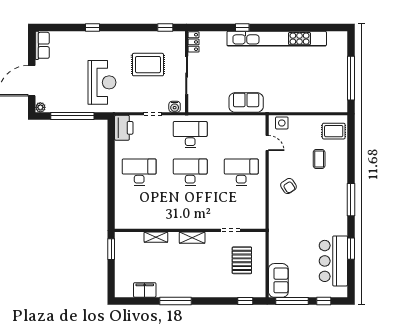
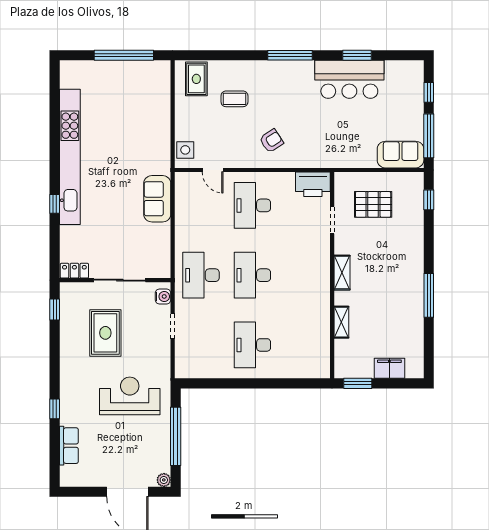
row of seats: (42, 45) -> (69, 446), moved, turned 90
printer: (124, 128) -> (313, 184), moved, turned 180
door: (267, 143) -> (213, 170), swing flipped
bar counter: (333, 261) -> (349, 79), moved
filing cabinet: (145, 290) -> (389, 368), moved, turned 90

